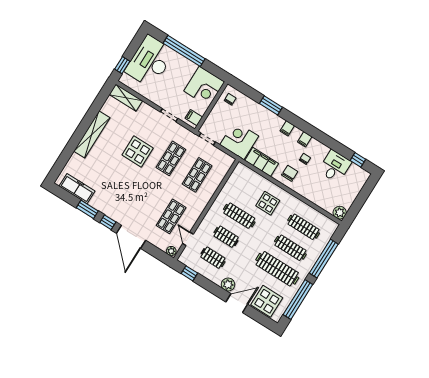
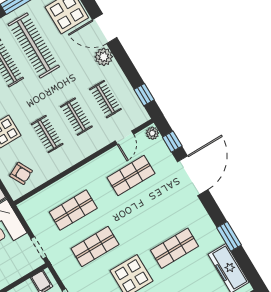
armchair: (243, 181) -> (21, 173), added
shop shelf: (119, 184) -> (175, 248), added
clothes rail: (239, 216) -> (47, 134), width x0.73
window: (108, 222) -> (172, 142), moved

